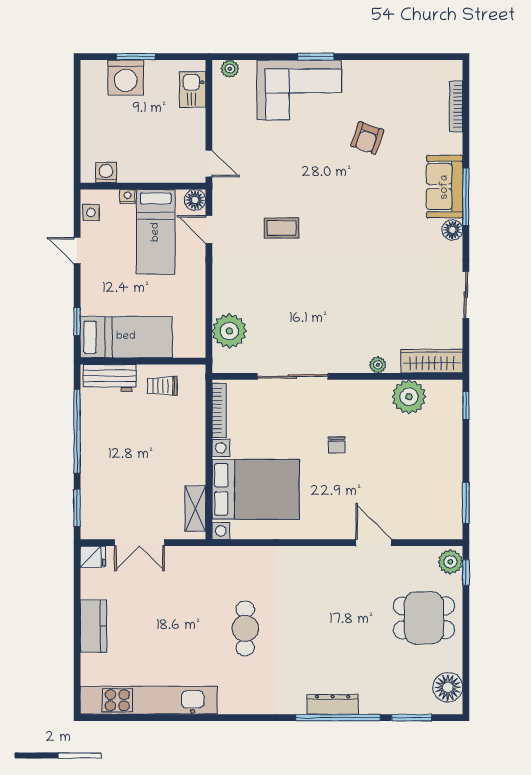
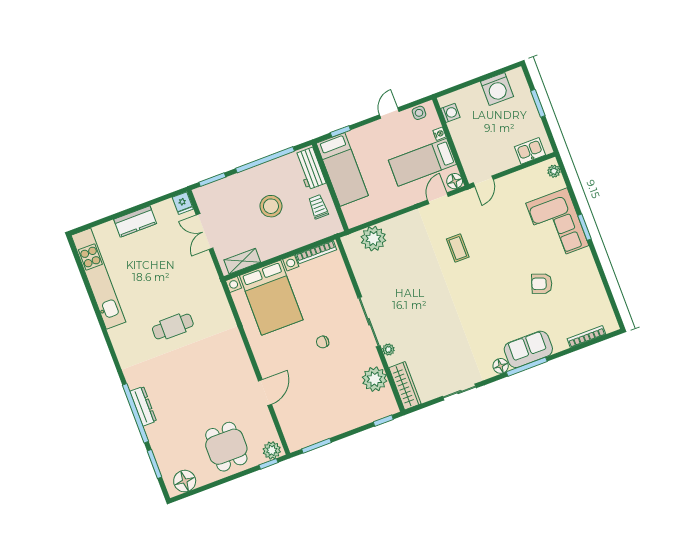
washing machine: (126, 77) -> (497, 89), moved, turned -90
sliding door: (293, 376) -> (369, 322), moved
stool: (139, 446) -> (271, 206), added

